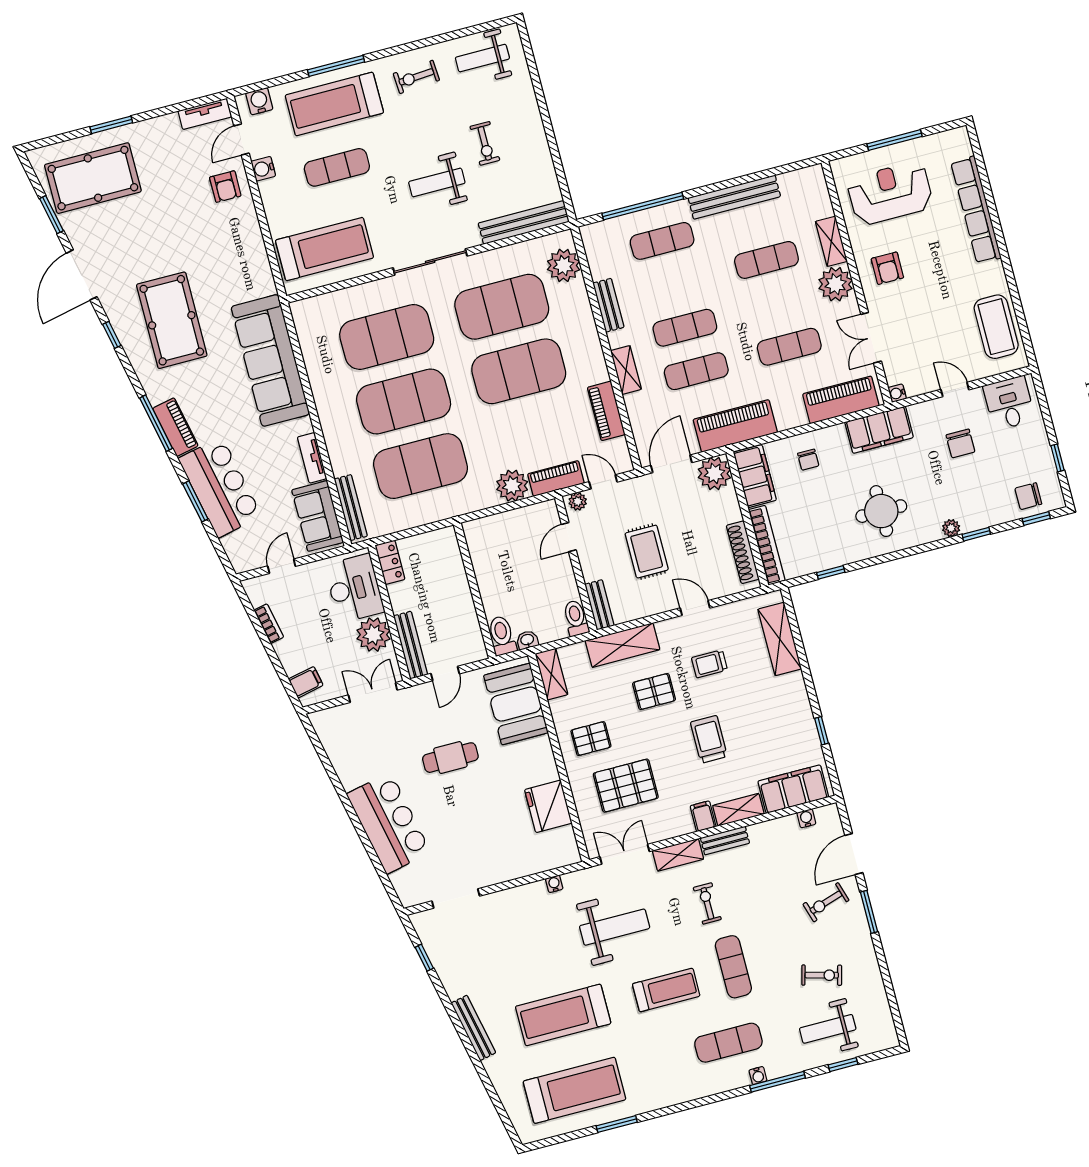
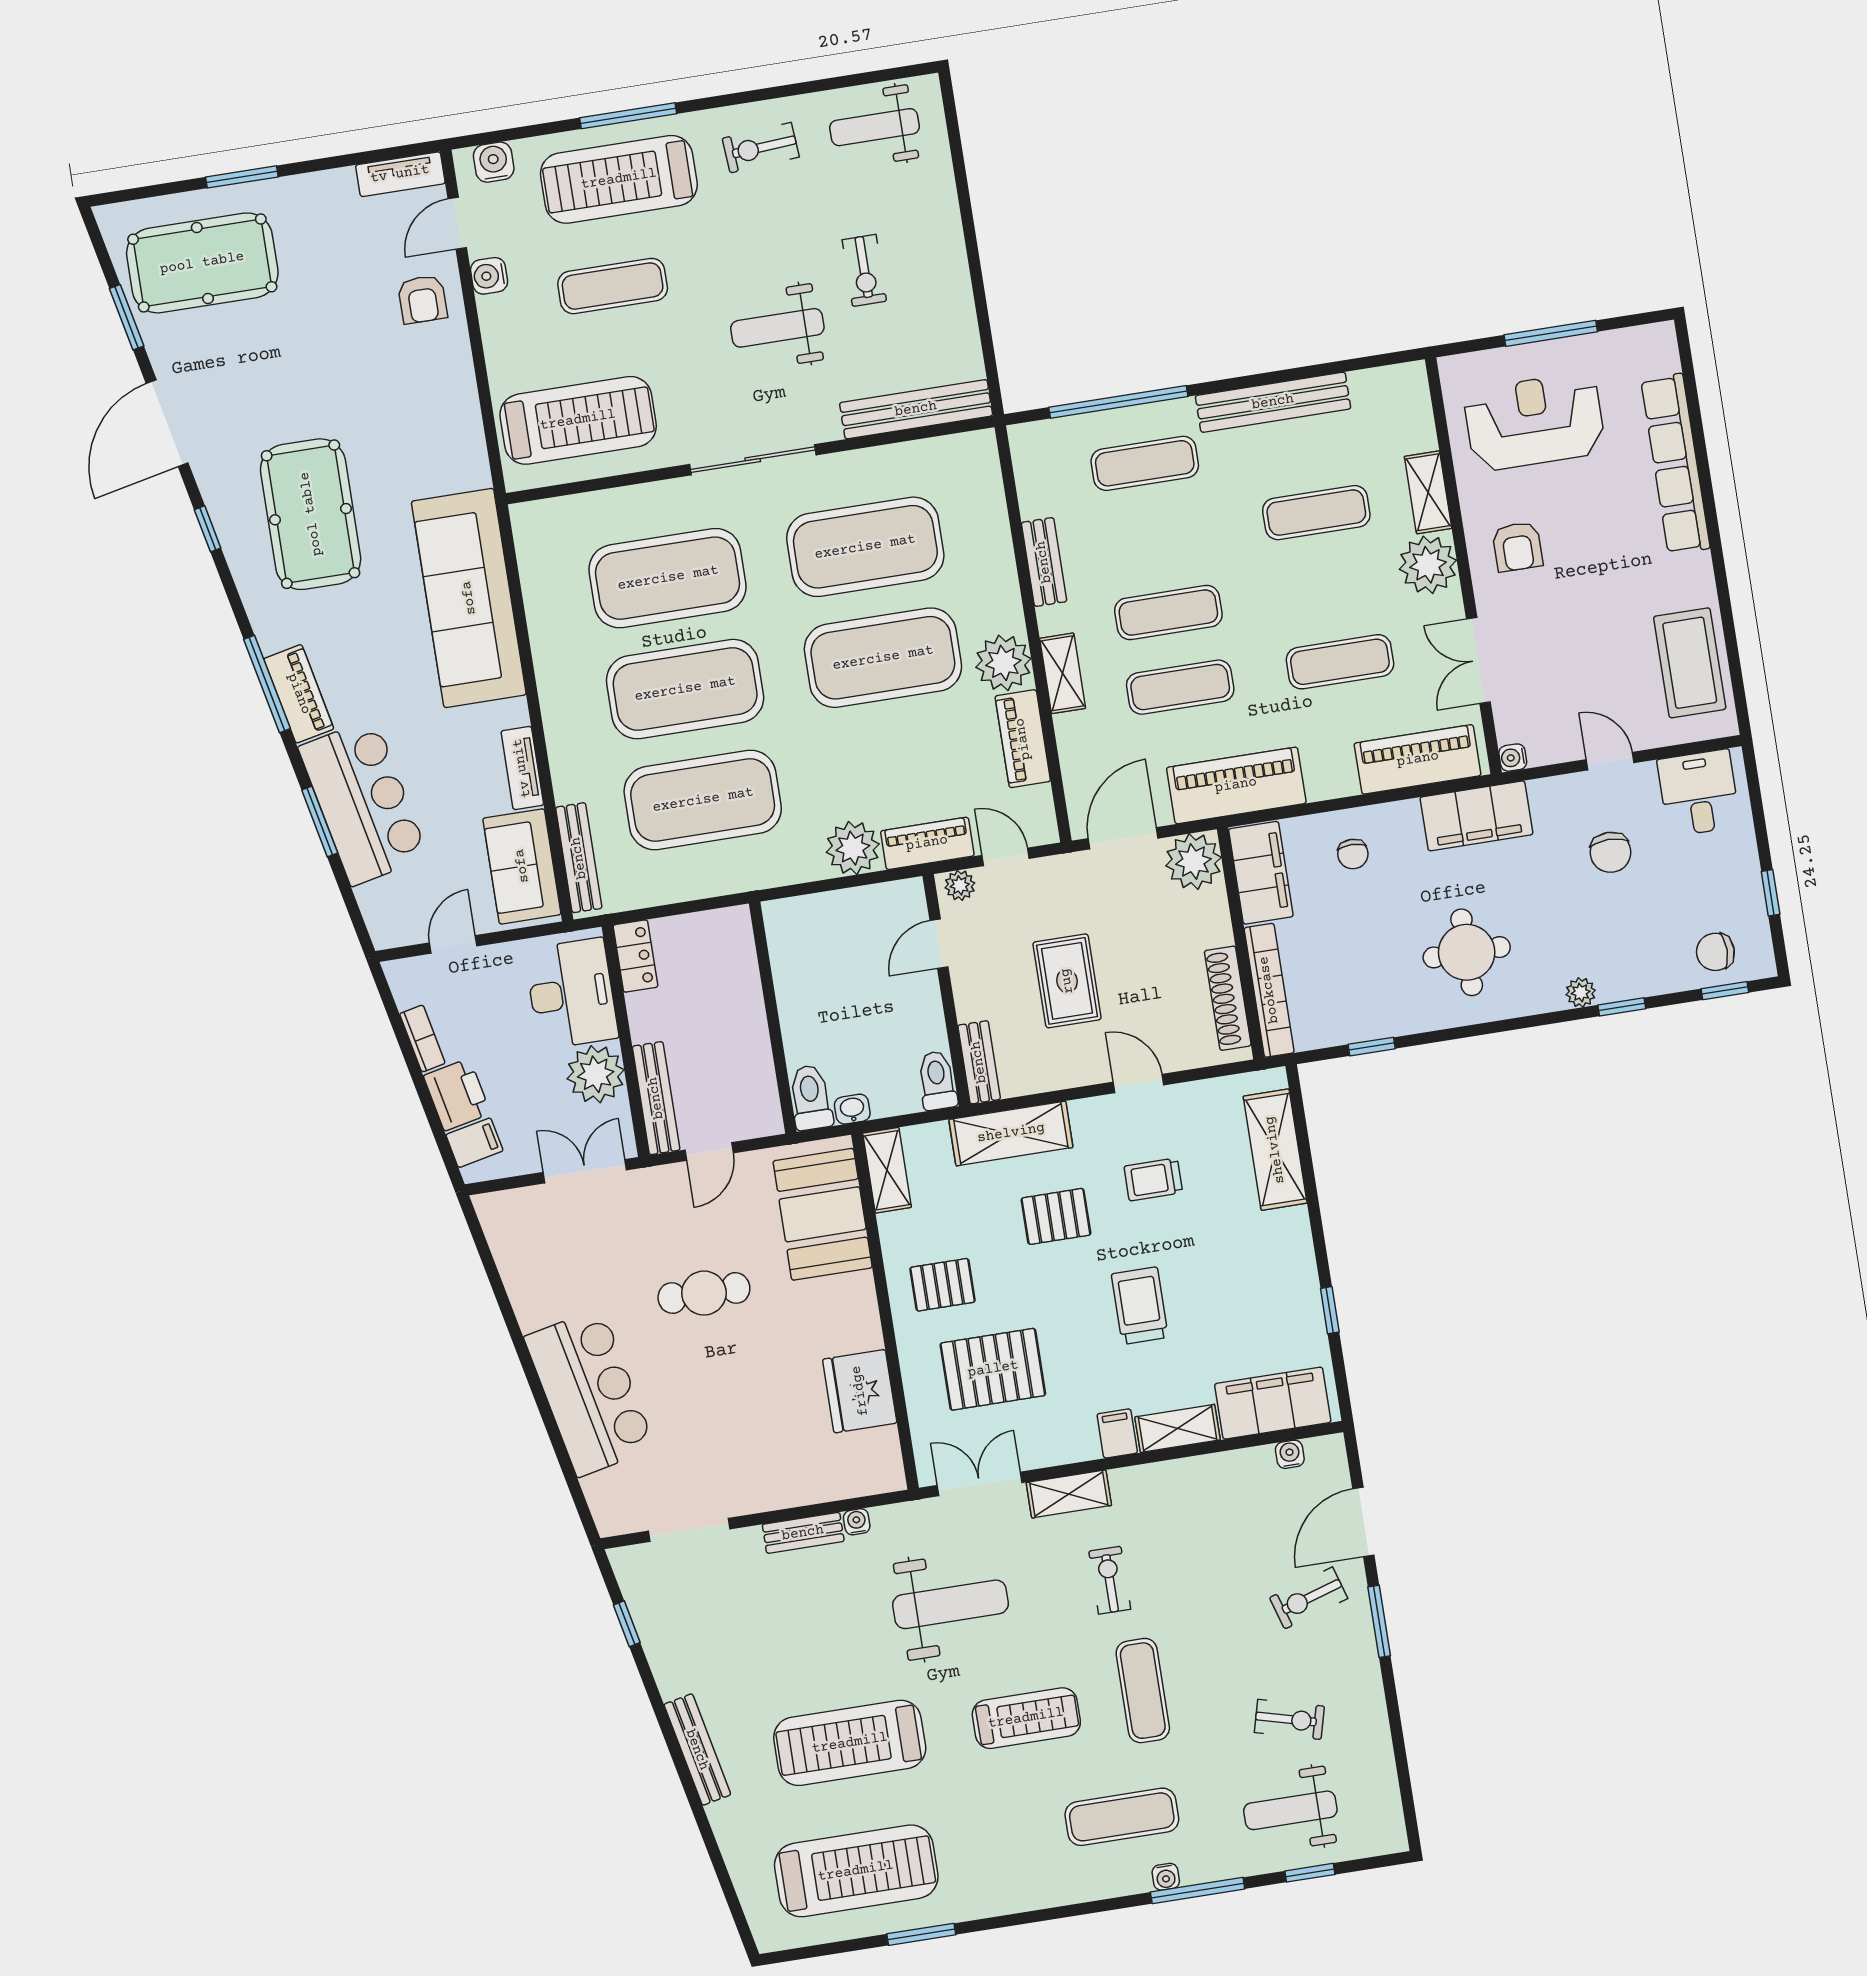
plant: (564, 265) -> (1003, 663), moved
printer: (293, 655) -> (457, 1095), added
bench: (725, 841) -> (803, 1533), moved

